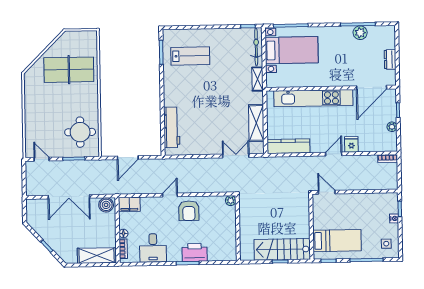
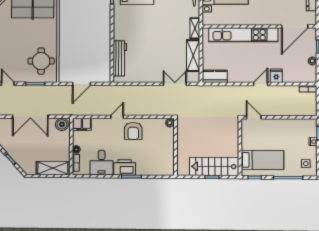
shelving: (257, 79) -> (195, 28), moved
kitchen counter: (288, 146) -> (215, 76), width x0.67
printer: (195, 253) -> (125, 167), moved

